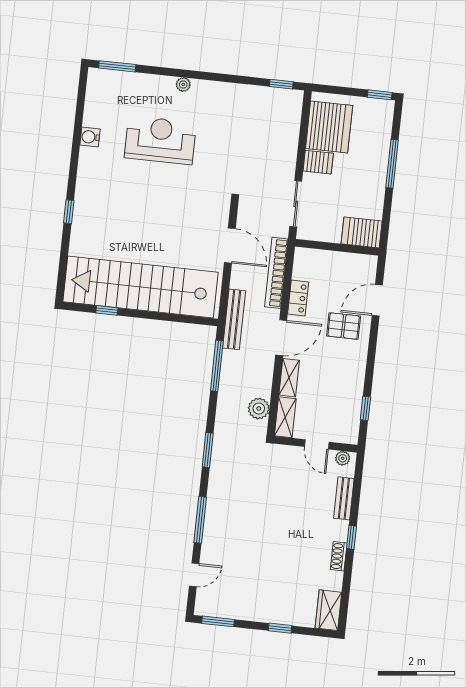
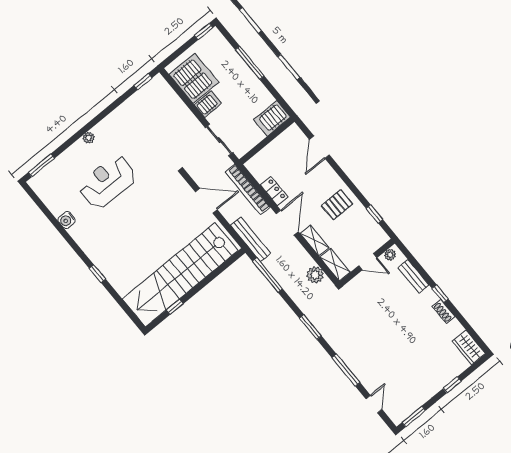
pallet: (344, 326) -> (337, 205), moved

